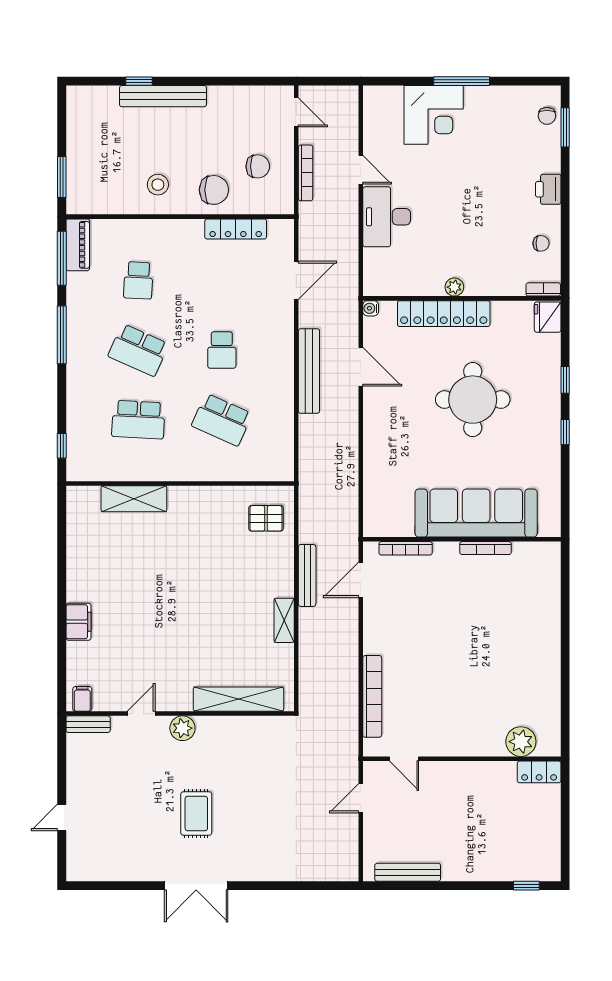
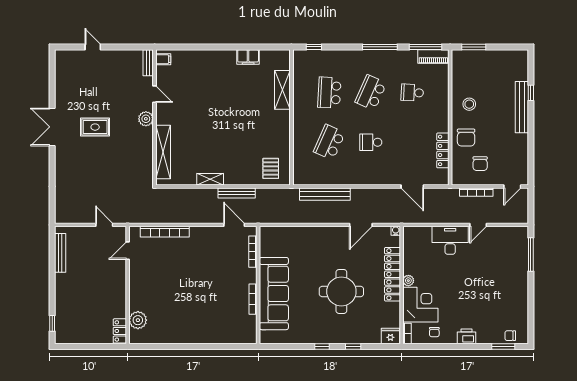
window: (462, 81) -> (531, 254), moved
corner desk: (434, 115) -> (420, 305), moved, turned 180
bench: (309, 371) -> (325, 194), moved
filing cabinet: (78, 622) -> (248, 57), moved

